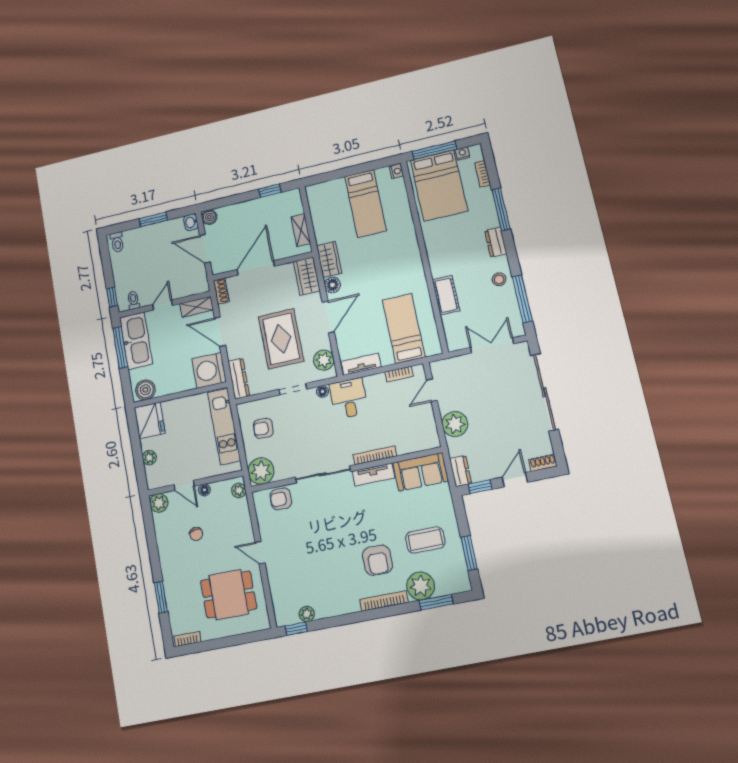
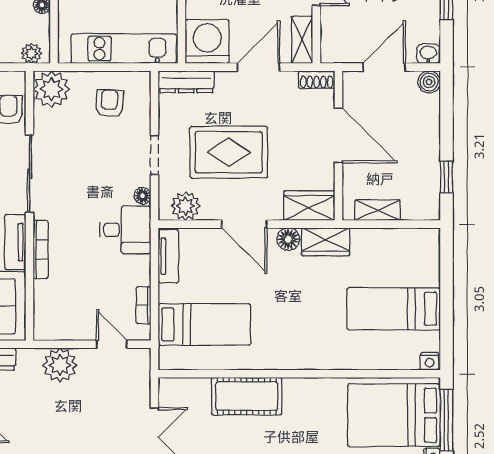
cot: (446, 295) -> (247, 396), width x1.37, depth x1.34

